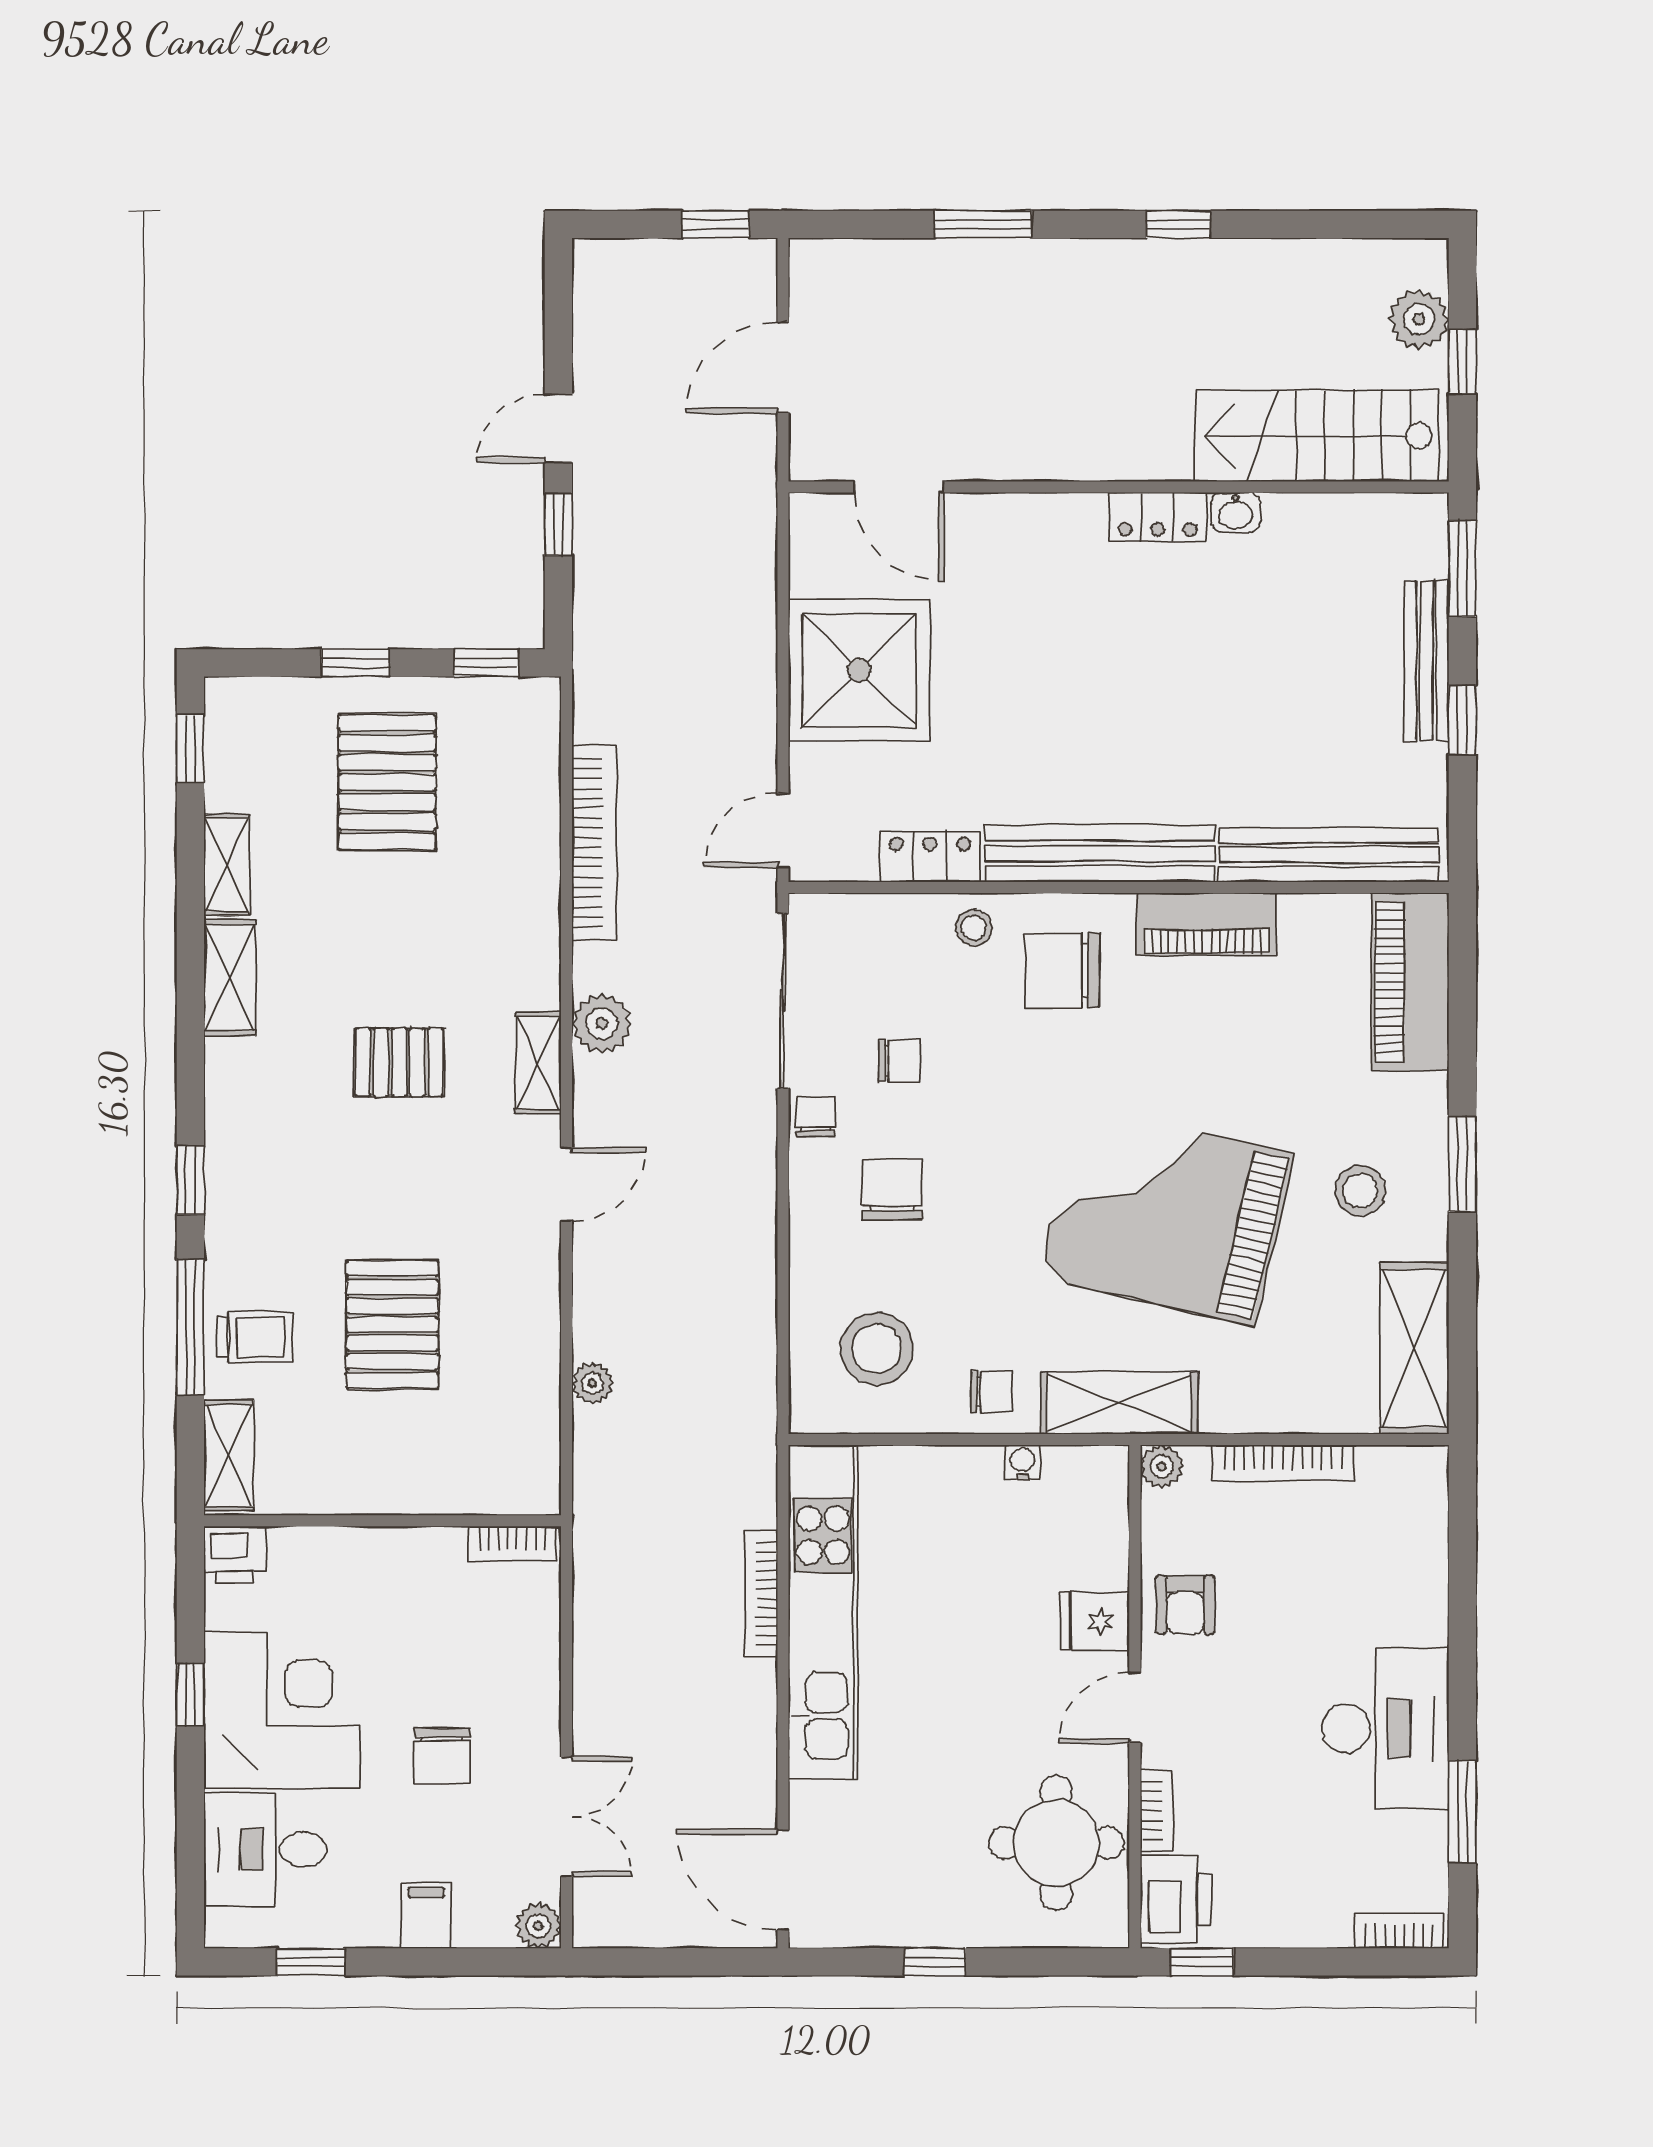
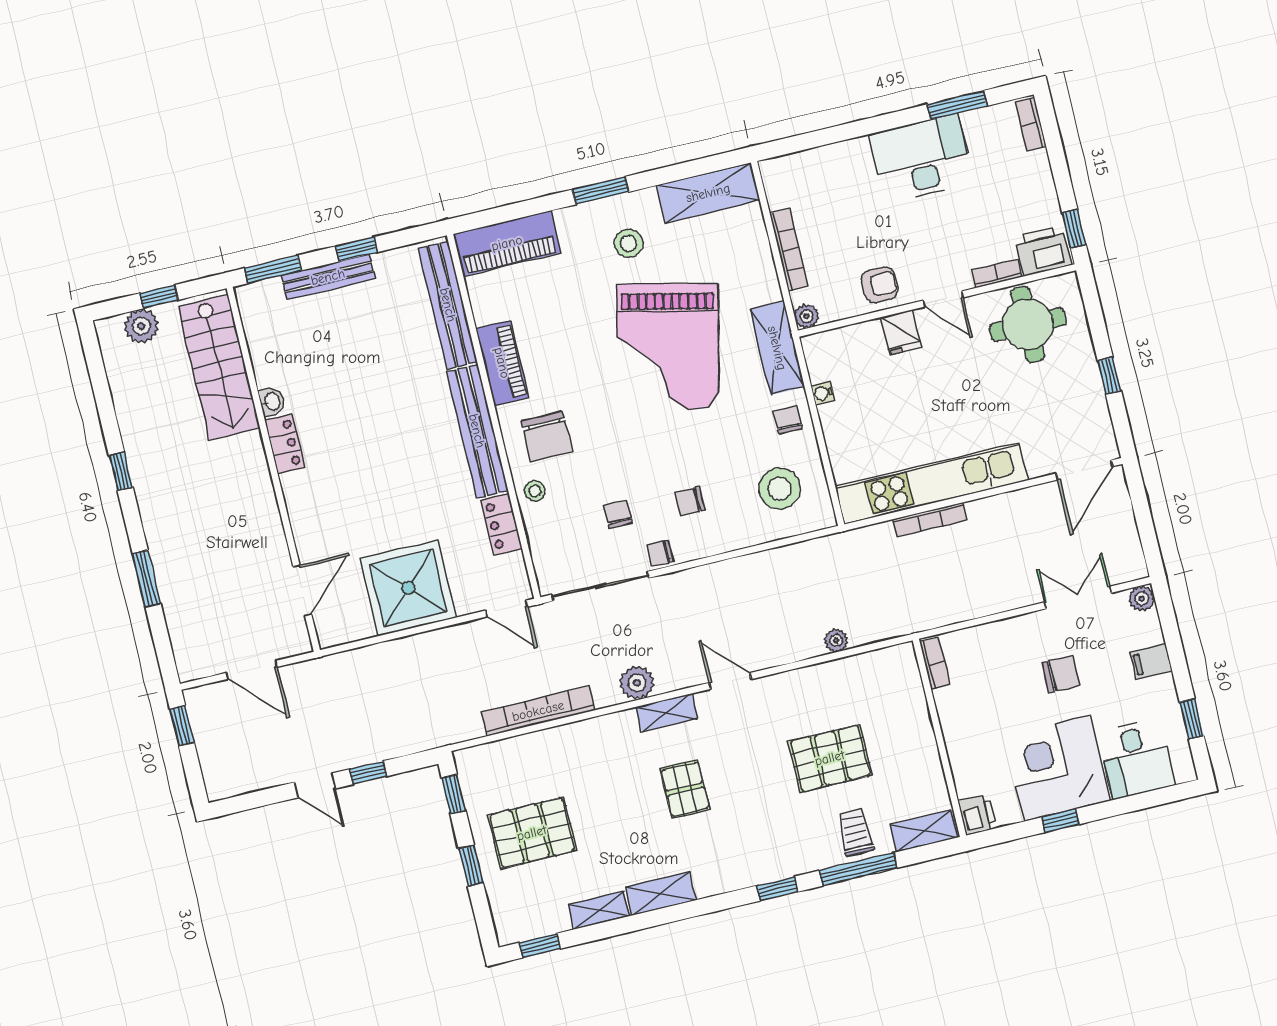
chair: (892, 1190) -> (690, 501), width x0.73, depth x0.73

